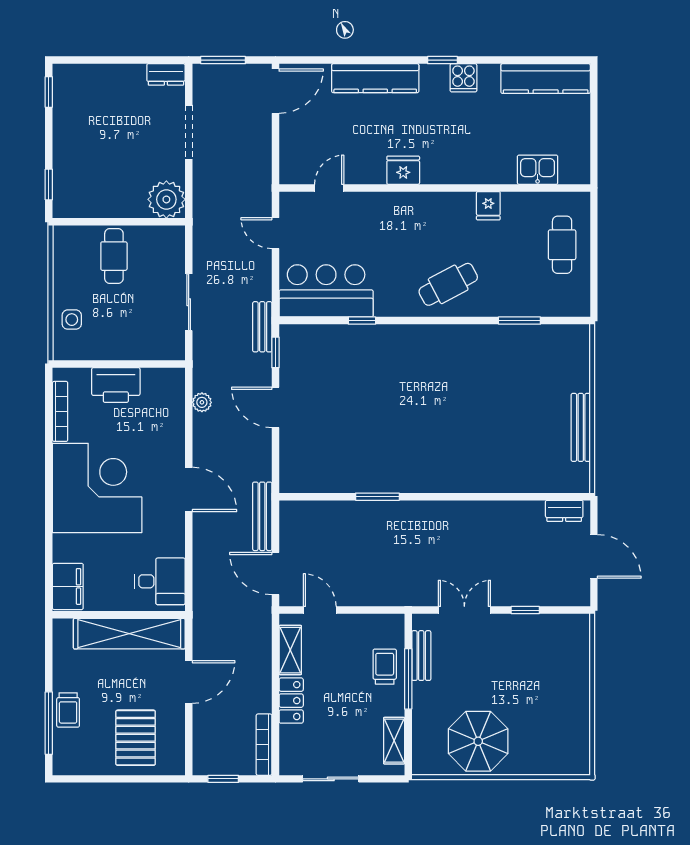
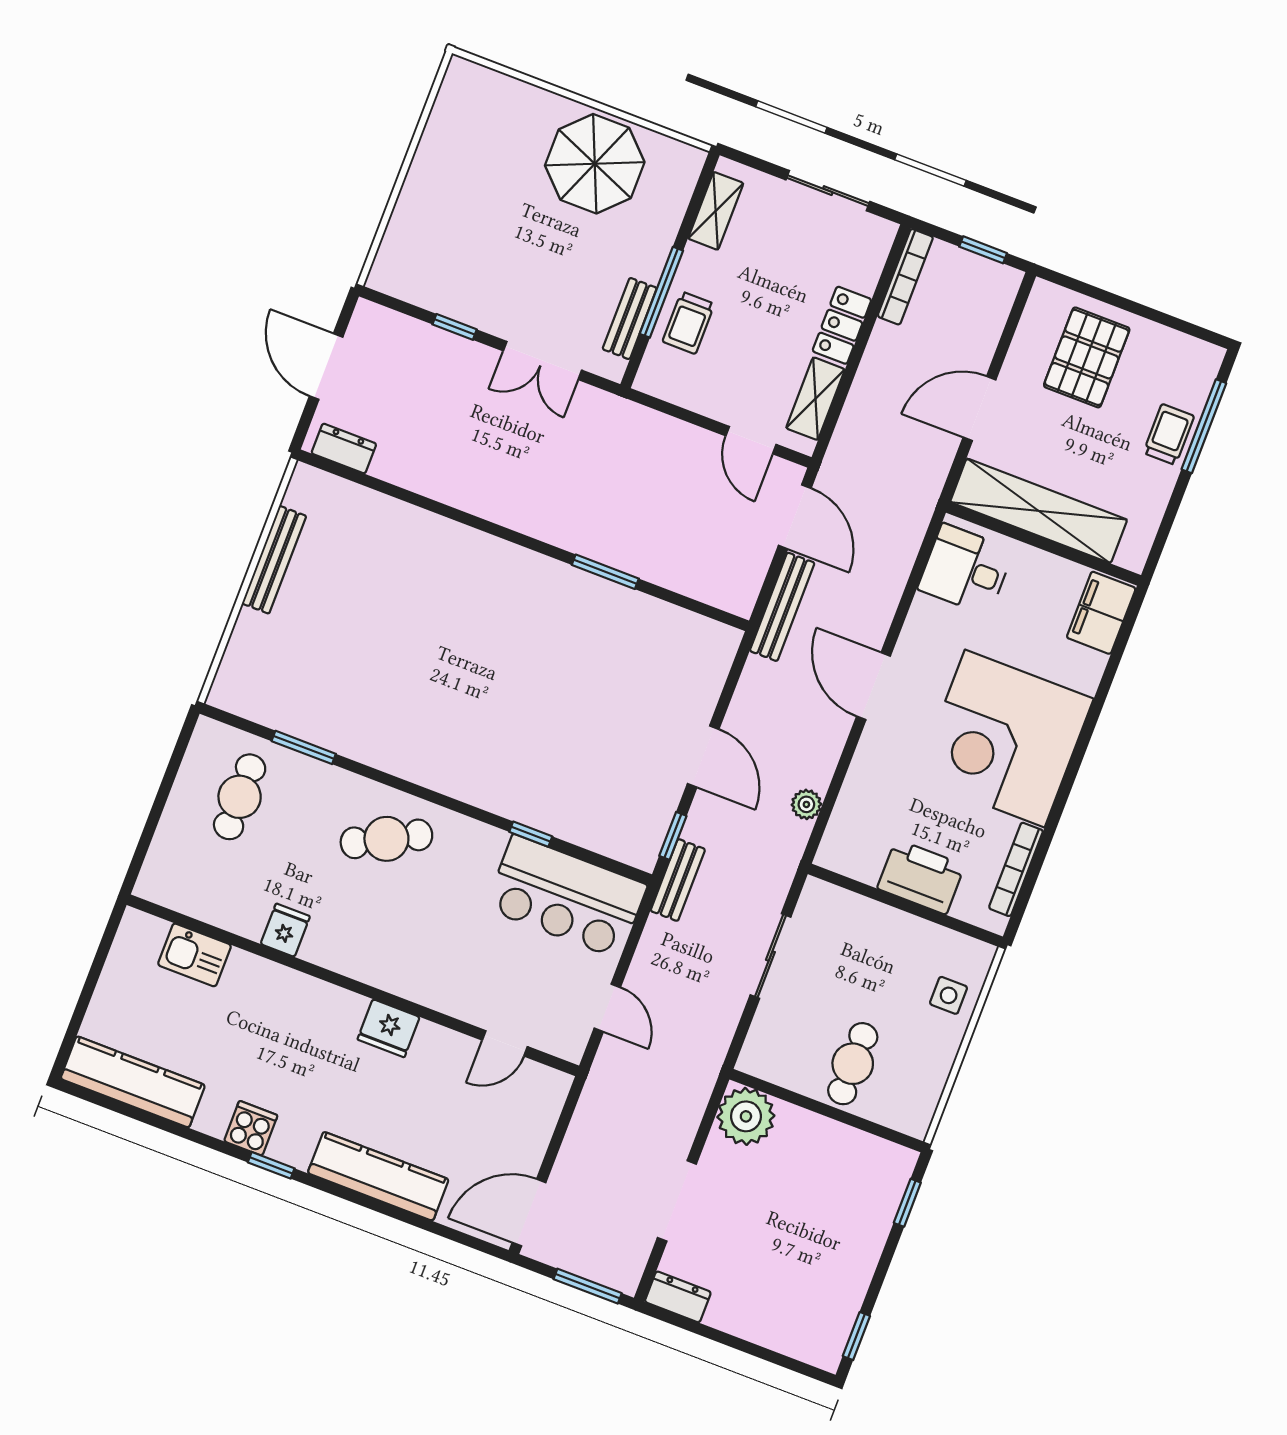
cafe table: (562, 245) -> (240, 797), moved

